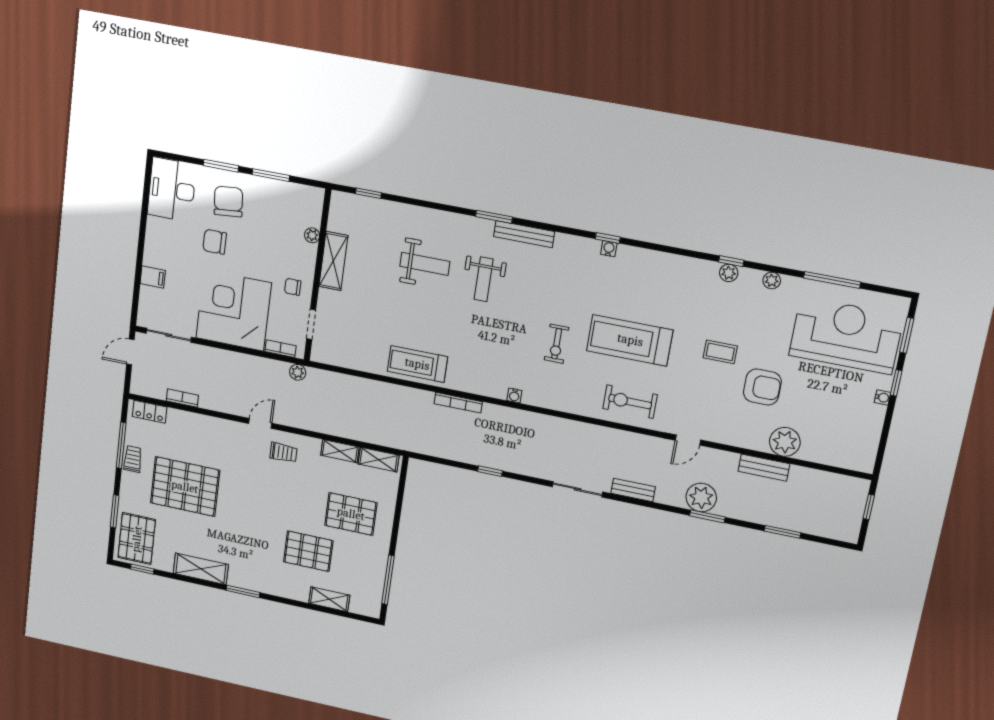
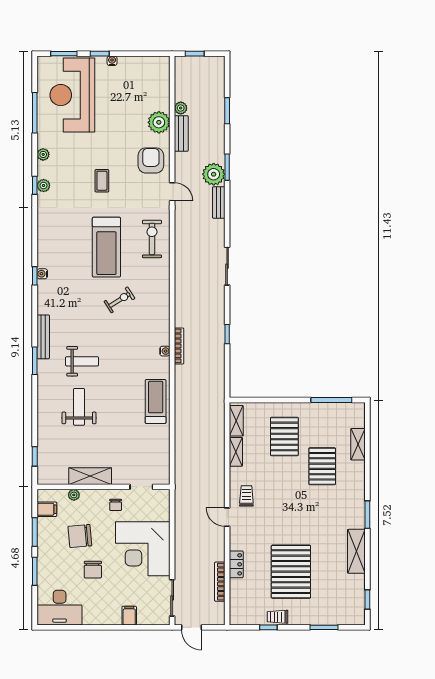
filing cabinet: (298, 196) -> (47, 509), added
chair: (228, 201) -> (80, 536), moved
exercise bike: (557, 344) -> (119, 300), turned -32
bookcase: (280, 349) -> (165, 508), removed
treadmill: (417, 364) -> (156, 401), turned 180
plant: (298, 372) -> (181, 108), moved
armchair: (762, 387) -> (151, 160), moved
water cooler: (514, 395) -> (165, 351), moved
bookcase: (182, 398) -> (220, 582), width x1.56
exercise bike: (630, 402) -> (152, 239), turned 180
bookcase: (458, 403) -> (179, 346), moved
locker: (150, 412) -> (236, 564), moved
window: (121, 445) -> (268, 627), width x0.46
bench: (633, 490) -> (219, 203), moved
pallet: (137, 539) -> (343, 607), removed

